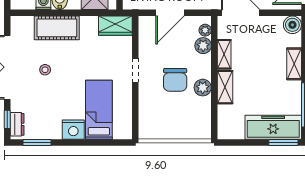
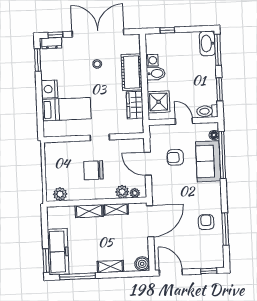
wardrobe: (115, 26) -> (135, 105), moved
plant: (203, 88) -> (60, 194), moved

